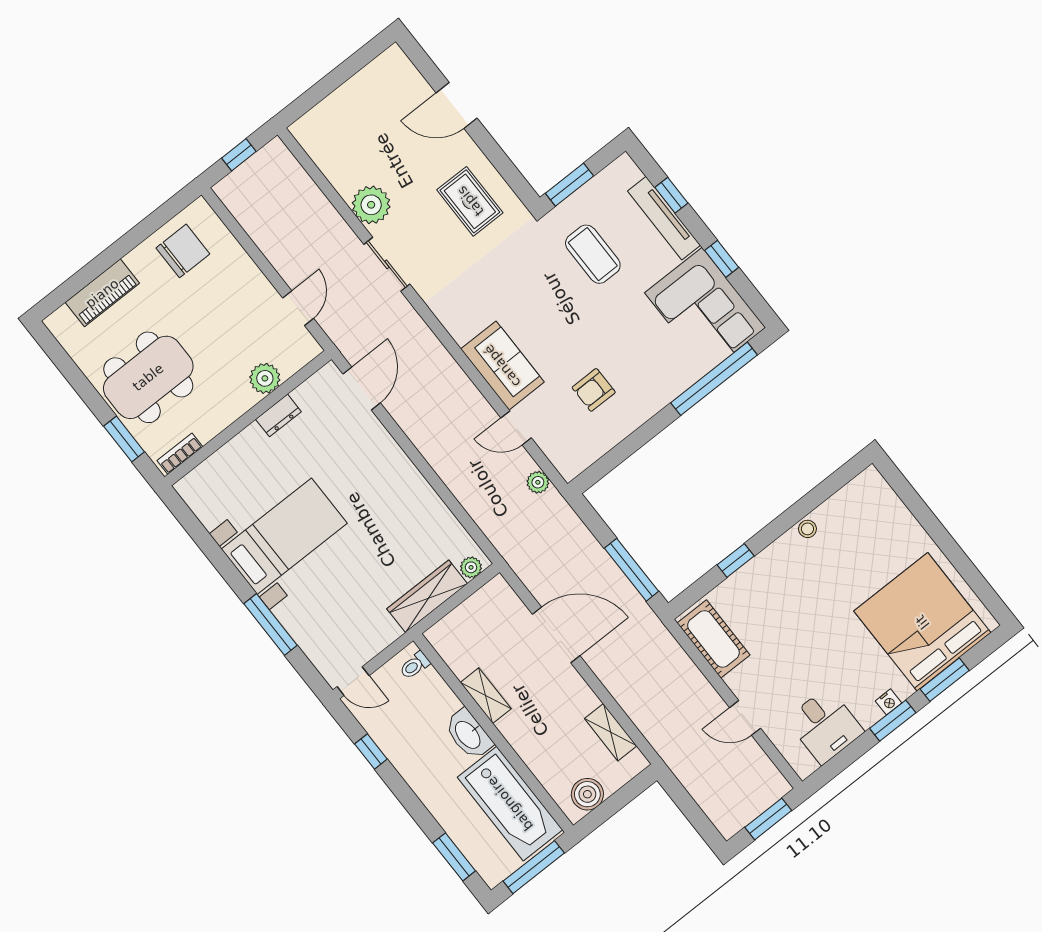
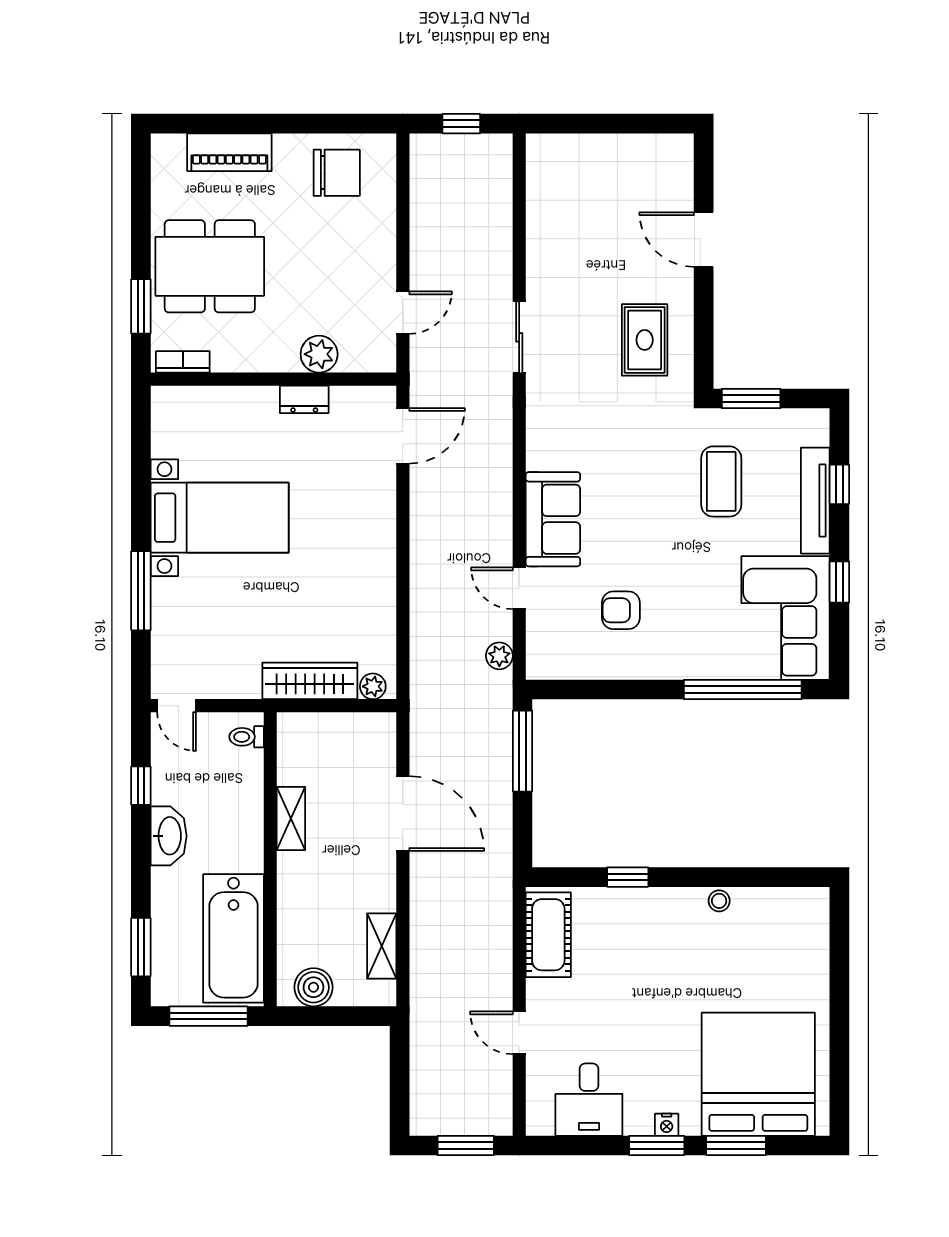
plant: (371, 205) -> (549, 270), removed
window: (631, 570) -> (522, 751), moved
washbasin: (468, 734) -> (169, 836), moved, turned 180

